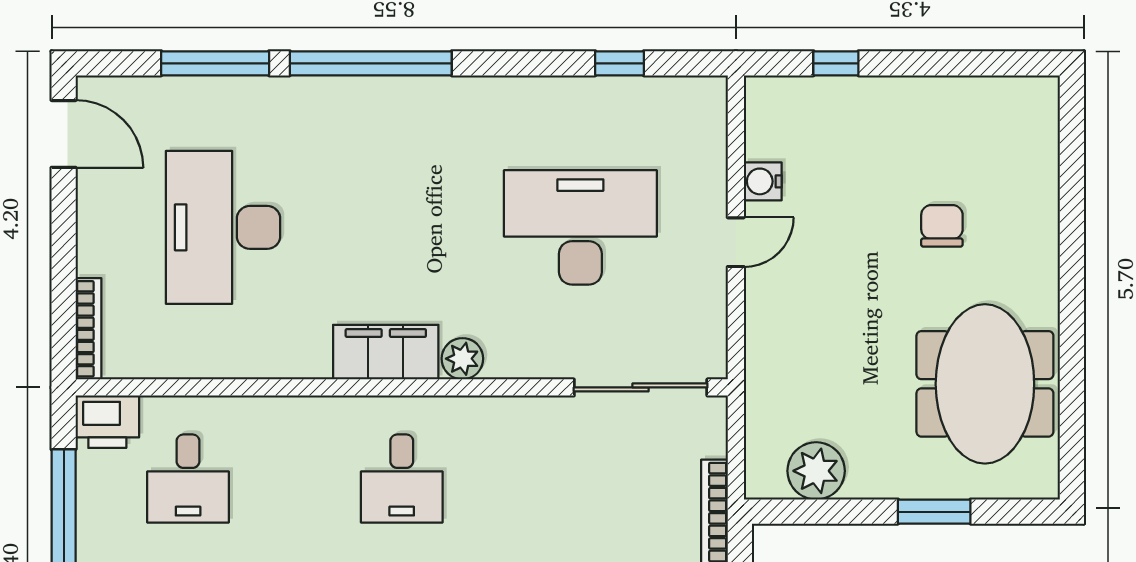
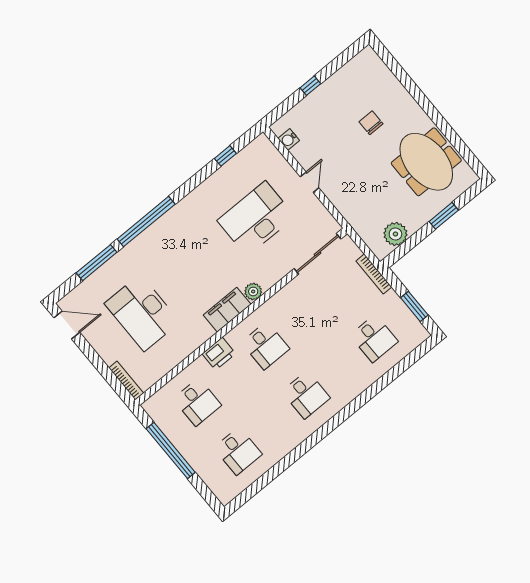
window: (836, 63) -> (310, 86), moved
water cooler: (763, 181) -> (289, 139), moved
printer: (107, 422) -> (219, 354), moved

